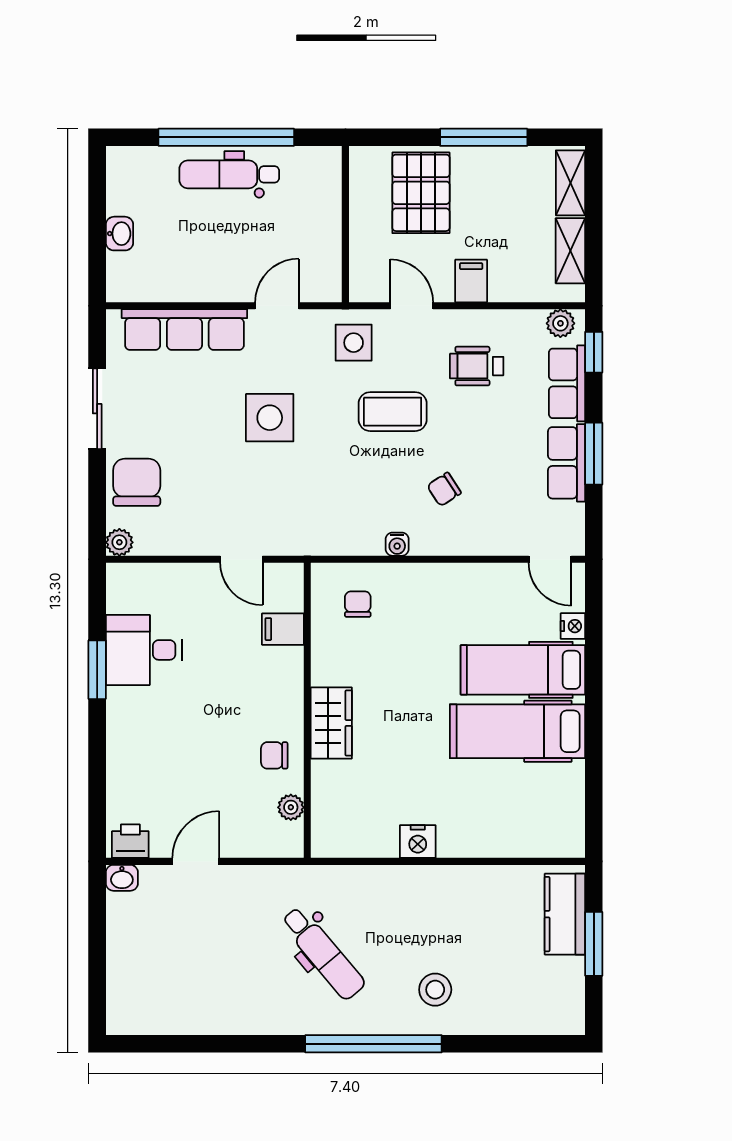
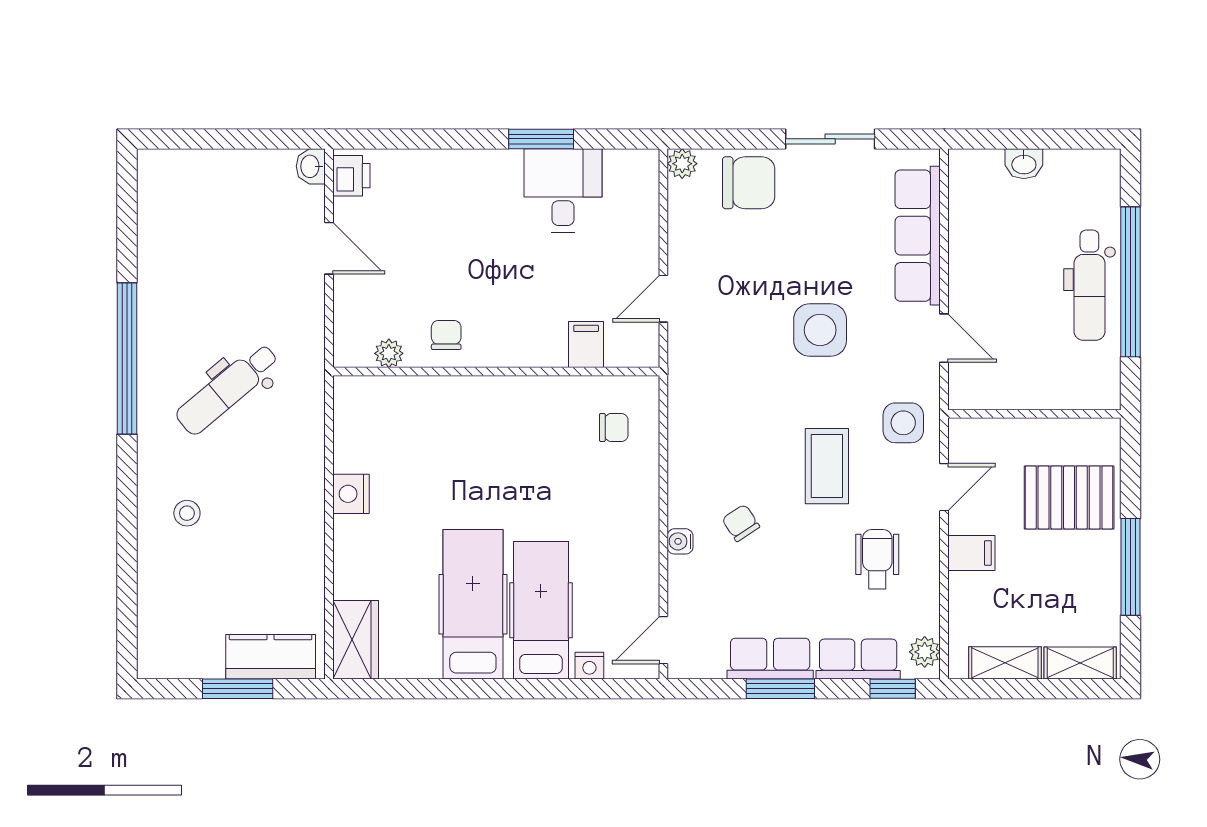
dental chair: (229, 174) -> (1089, 285), turned 180
water cooler: (397, 544) -> (680, 541), moved
wardrobe: (331, 723) -> (356, 640), moved, turned -90
stool: (435, 990) -> (187, 513), width x0.73, depth x0.73
window: (373, 1044) -> (127, 358), moved

